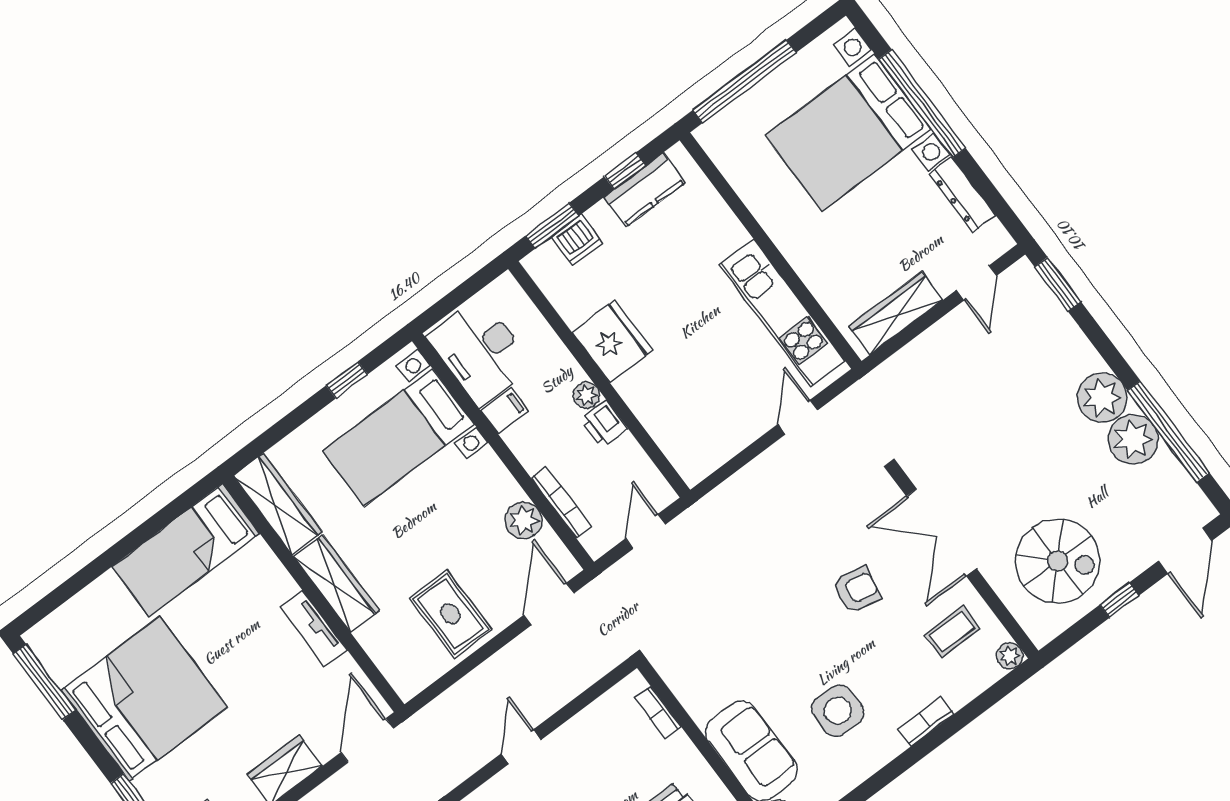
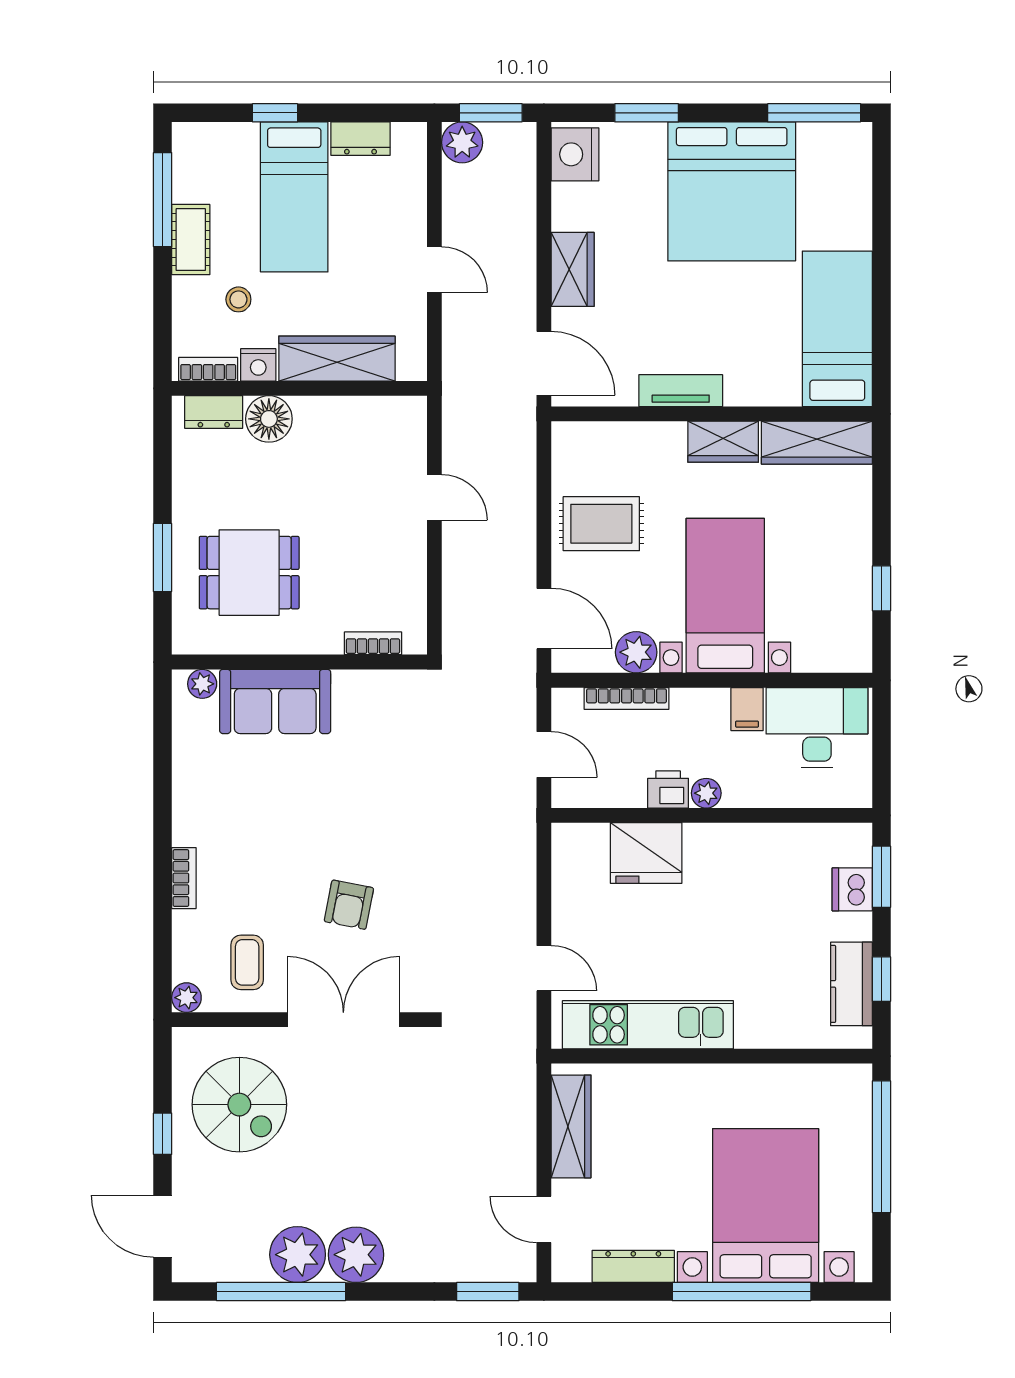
fridge: (612, 341) -> (646, 853), moved
bed with nightstands: (398, 437) -> (725, 596), moved
spiral stairs: (1058, 561) -> (239, 1105), turned -90
wardrobe: (337, 584) -> (723, 442), width x0.67
side table: (838, 711) -> (253, 806), removed

